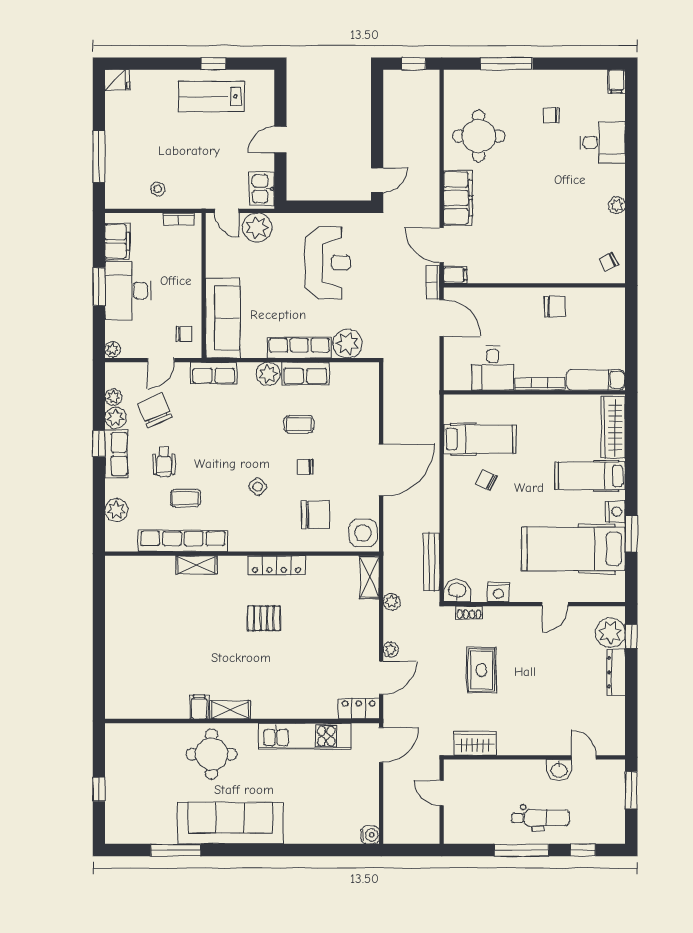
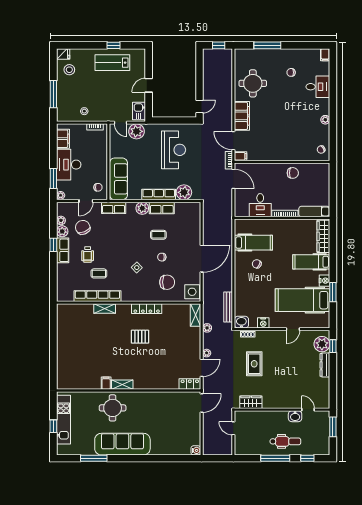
stool: (129, 110) -> (69, 70), added
window: (99, 287) -> (53, 178), moved
plant: (116, 510) -> (63, 280), removed
kitchen unit: (305, 736) -> (63, 420), moved, turned -90

